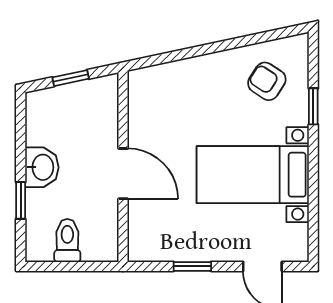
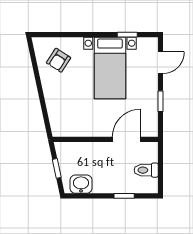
window: (313, 106) -> (127, 35), moved
washbasin: (42, 167) -> (81, 184), moved
door: (123, 174) -> (126, 139), moved

